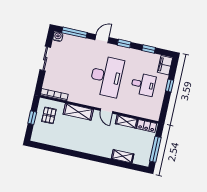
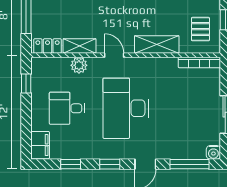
window: (170, 86) -> (26, 83), moved
plant: (130, 110) -> (79, 65), added

